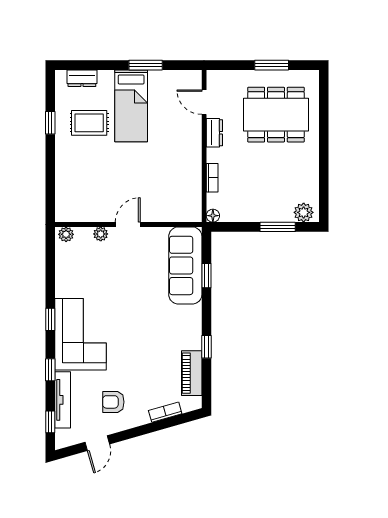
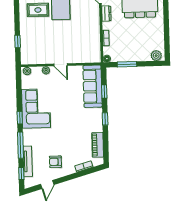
window: (50, 123) -> (18, 41), moved
door: (128, 224) -> (61, 65), swing flipped
window: (278, 227) -> (127, 64), moved
corner sofa: (81, 334) -> (36, 108), moved
window: (206, 347) -> (105, 119), moved
window: (50, 370) -> (20, 145), width x2.17

